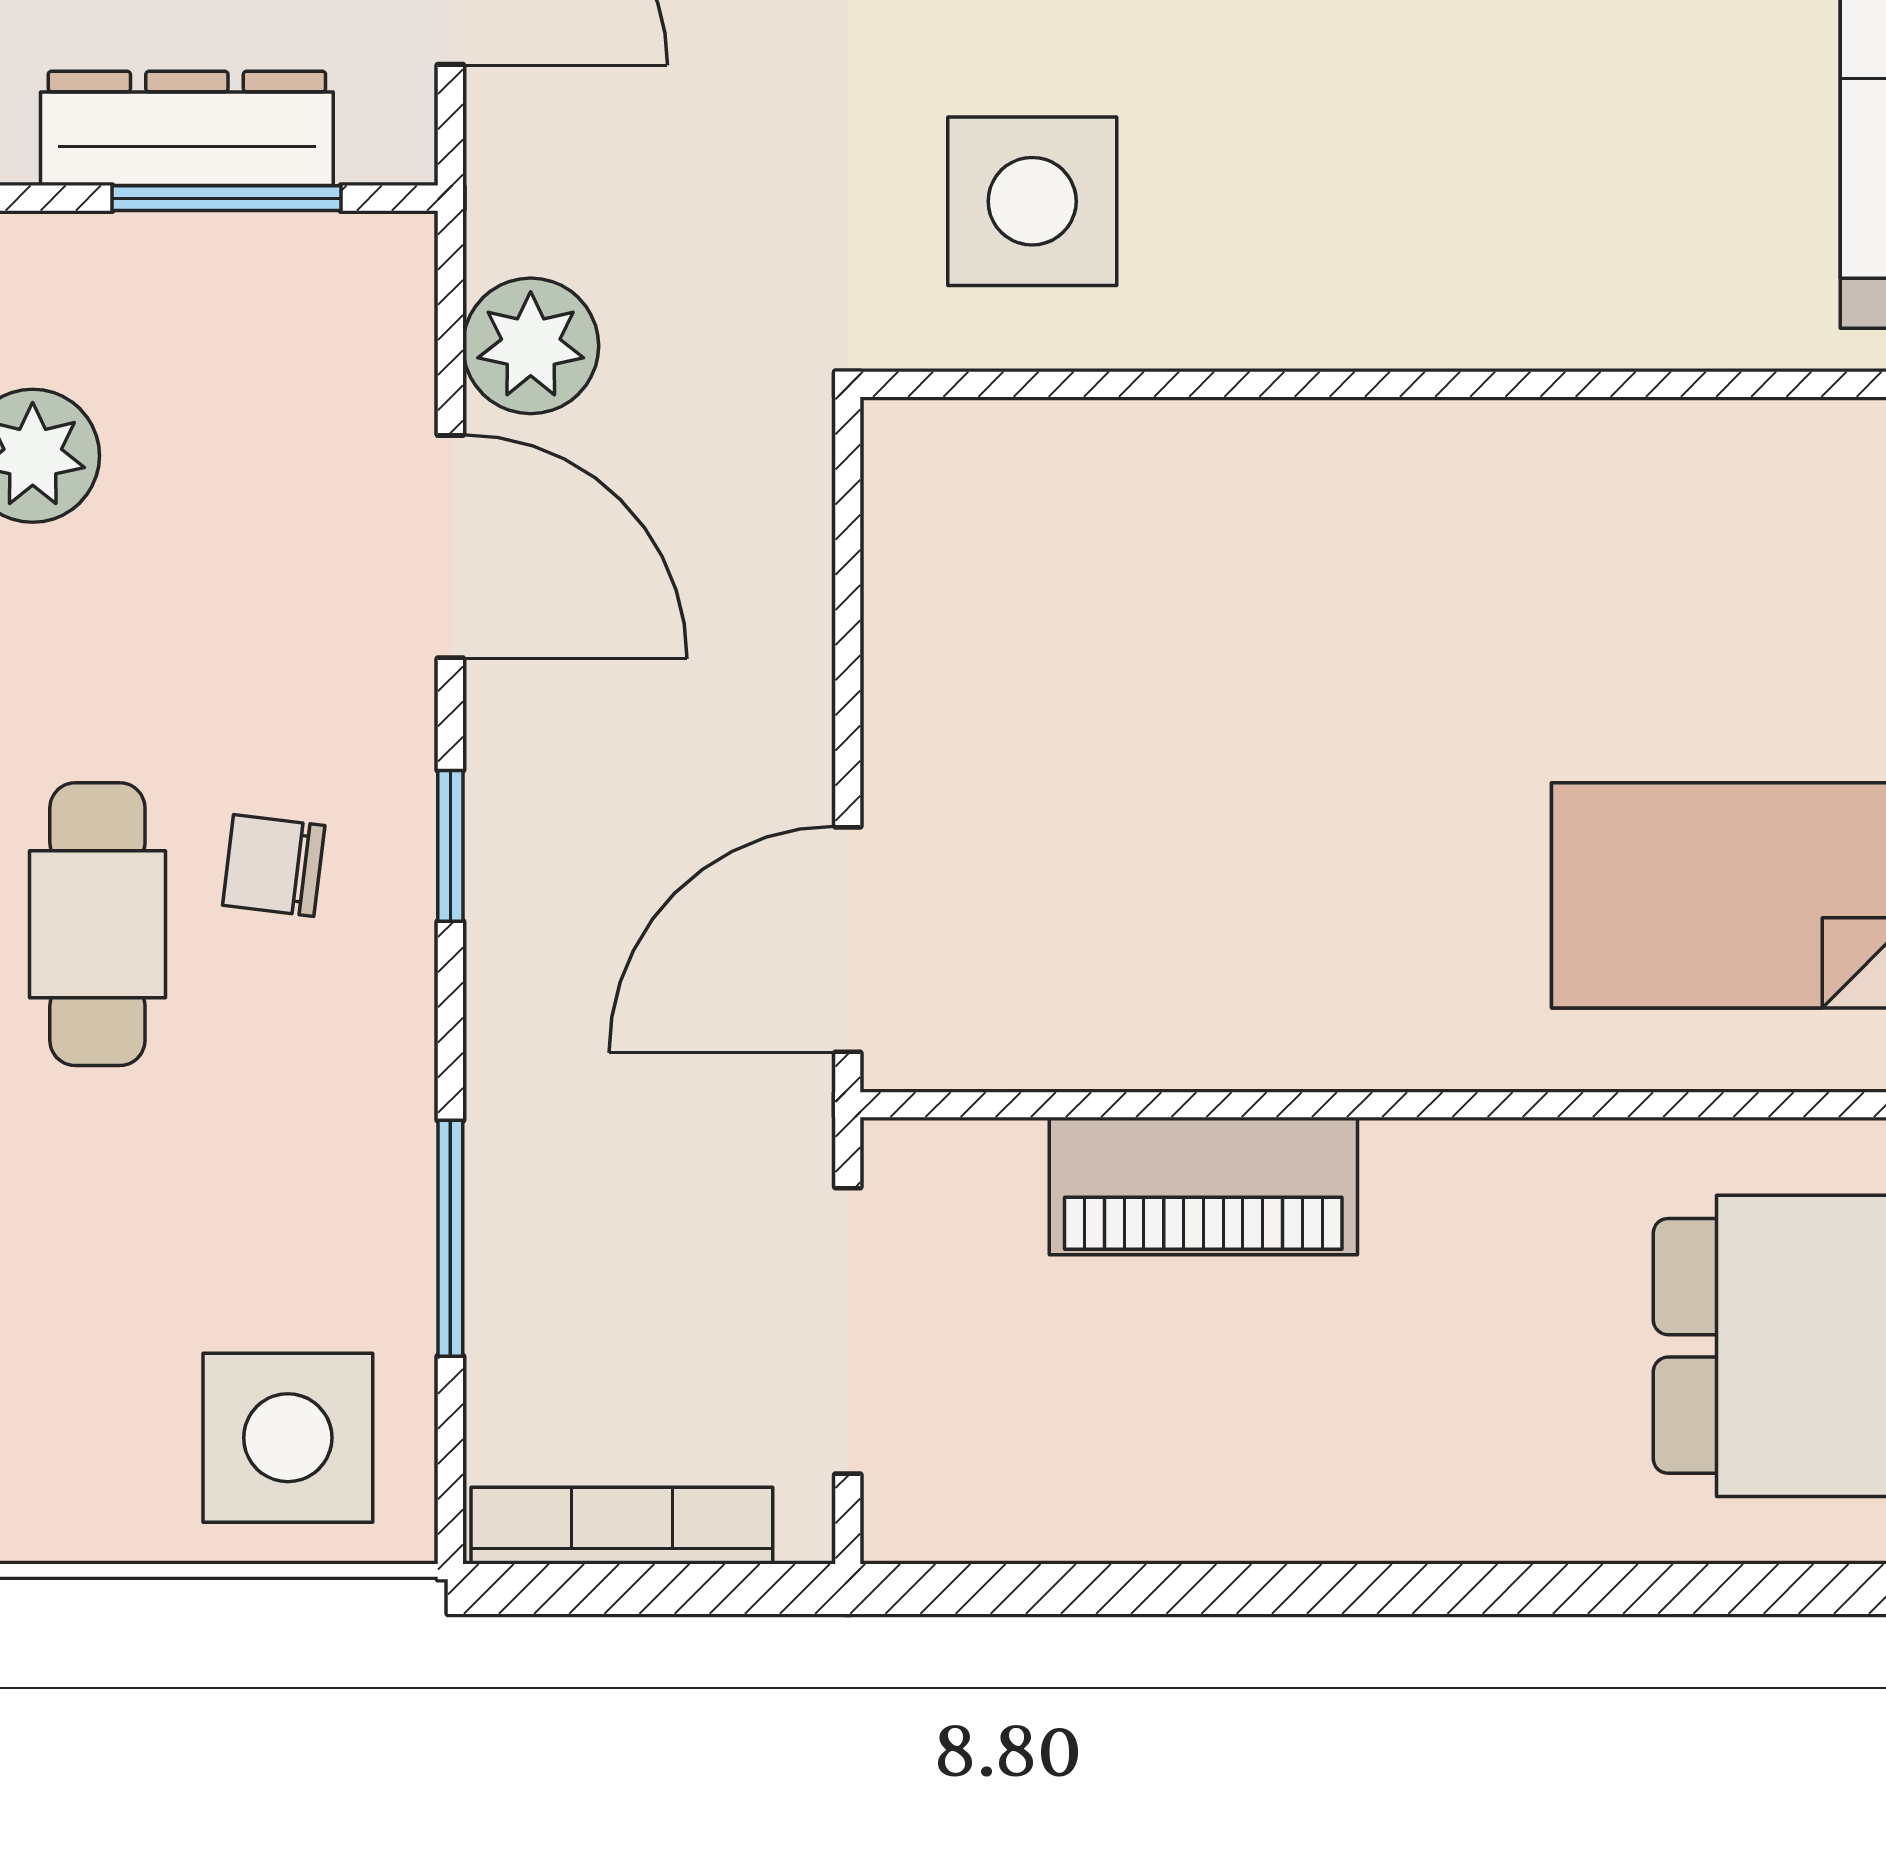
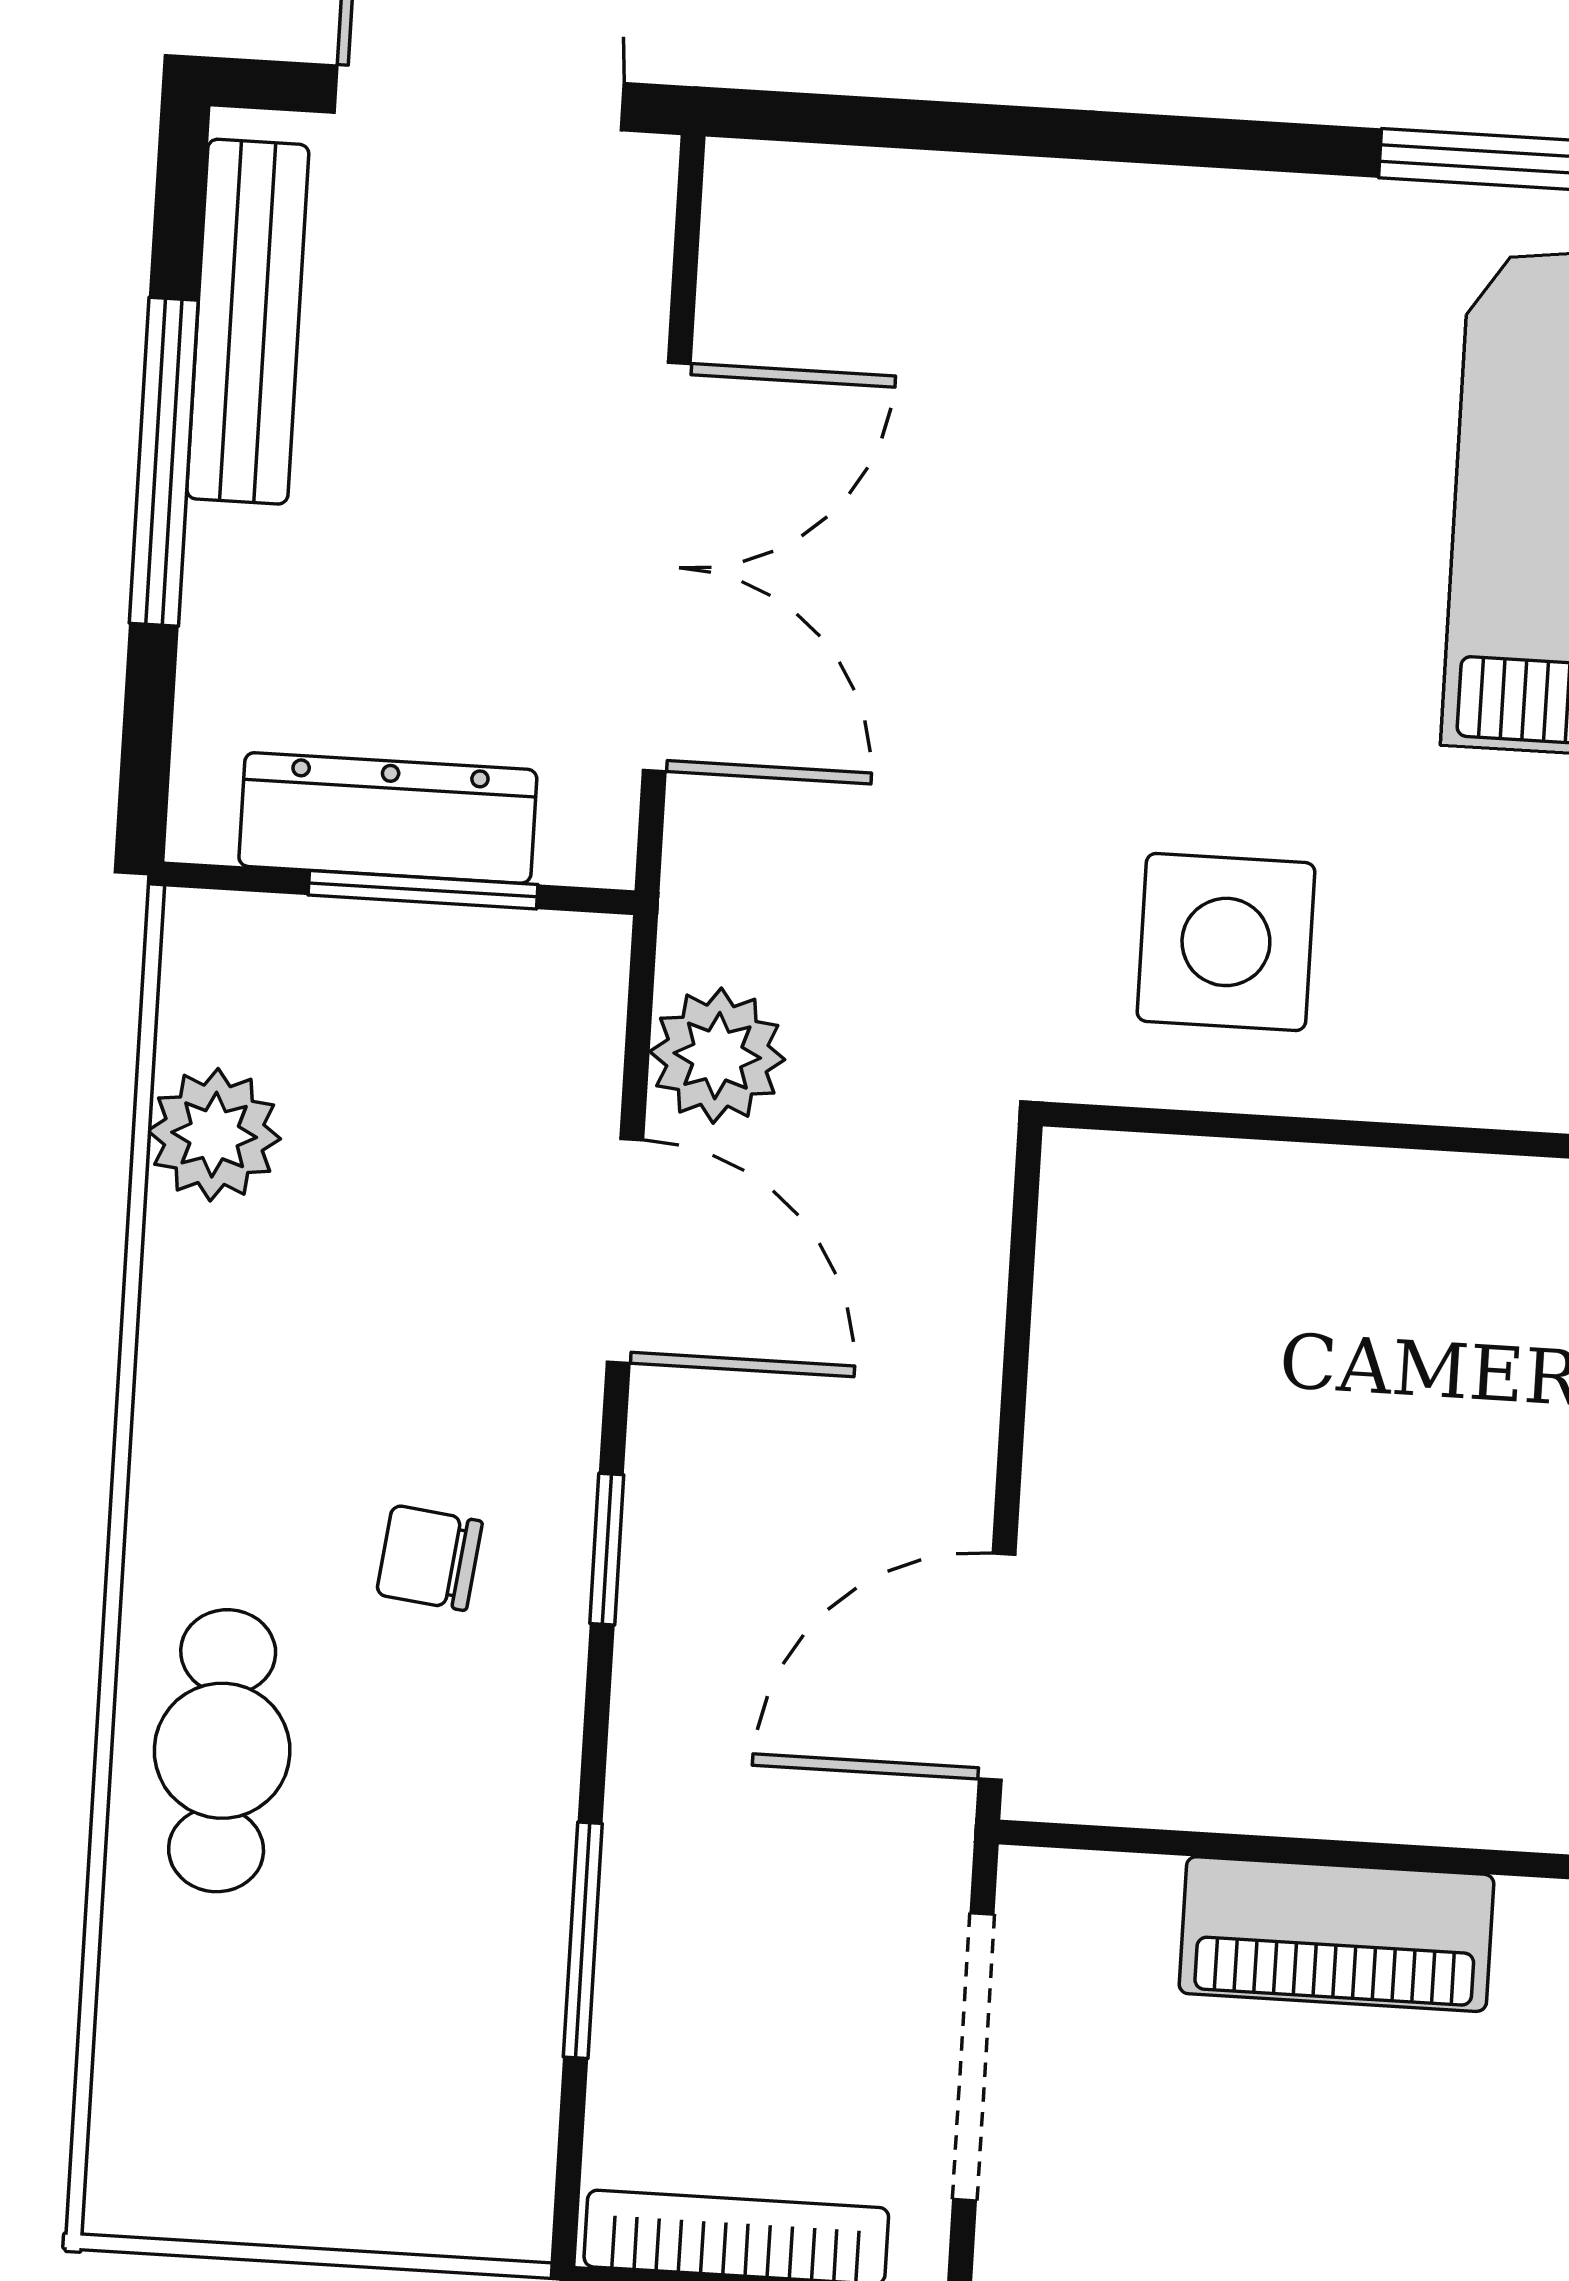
cafe table: (97, 924) -> (222, 1751), moved
side table: (288, 1438) -> (409, 2129), removed

